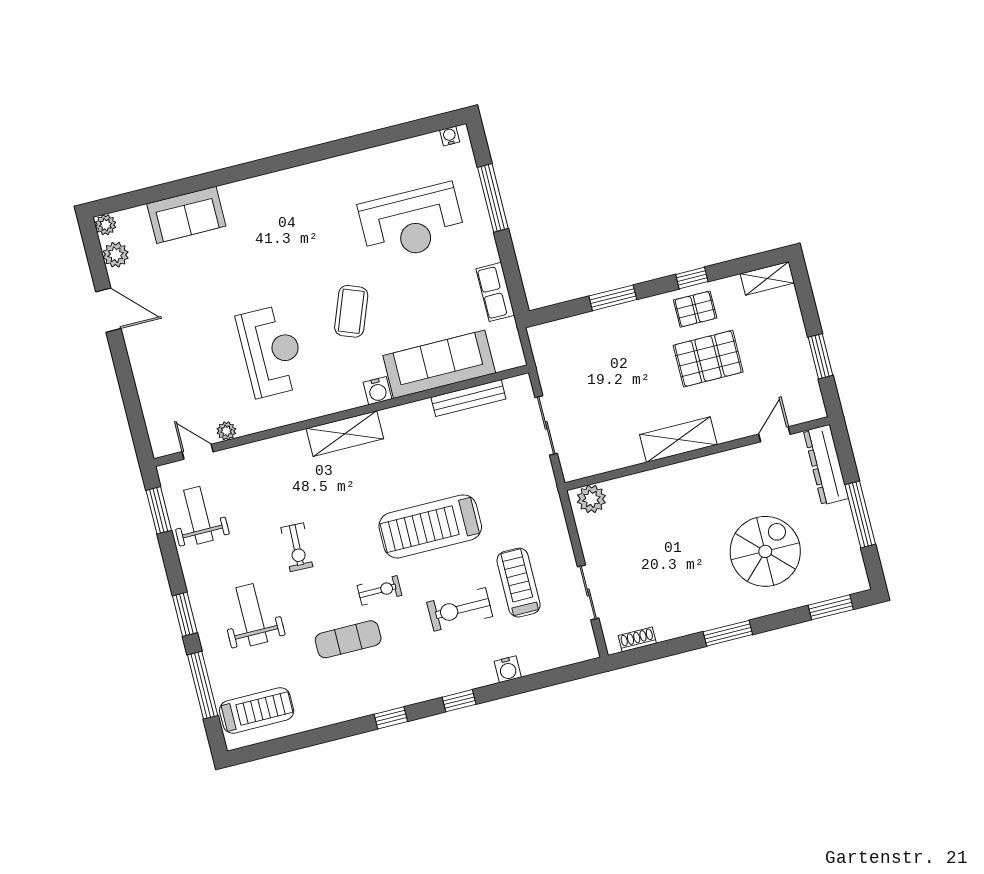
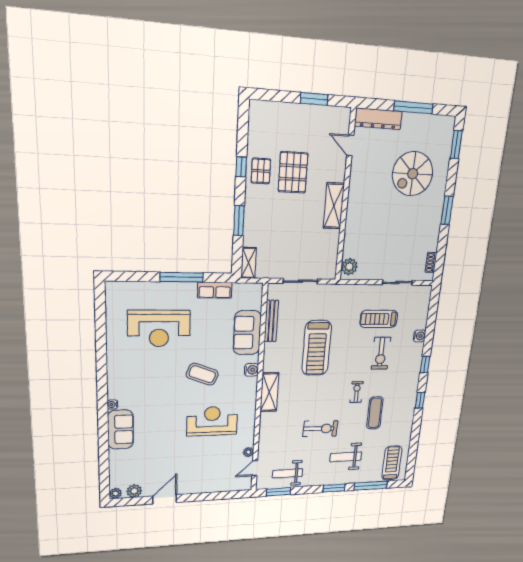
water cooler: (450, 136) -> (112, 404), moved
window: (493, 198) -> (182, 277), moved
sofa: (186, 215) -> (121, 430), moved
reception desk: (412, 222) -> (159, 328), turned 90
shelving: (767, 278) -> (249, 263), moved
sofa: (439, 364) -> (247, 333), width x0.73
treadmill: (430, 526) -> (317, 348), moved
exercise bike: (297, 547) -> (320, 429), width x1.38, depth x1.39
spiral stairs: (765, 551) -> (413, 174), turned -90

